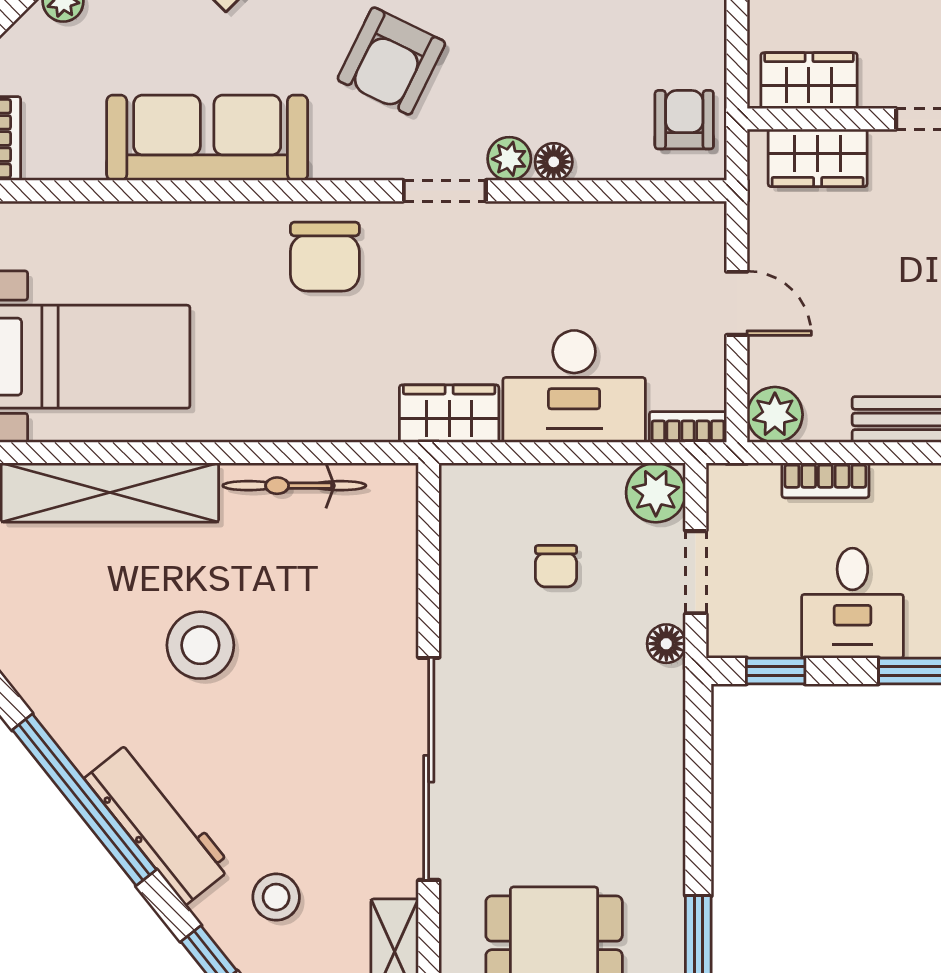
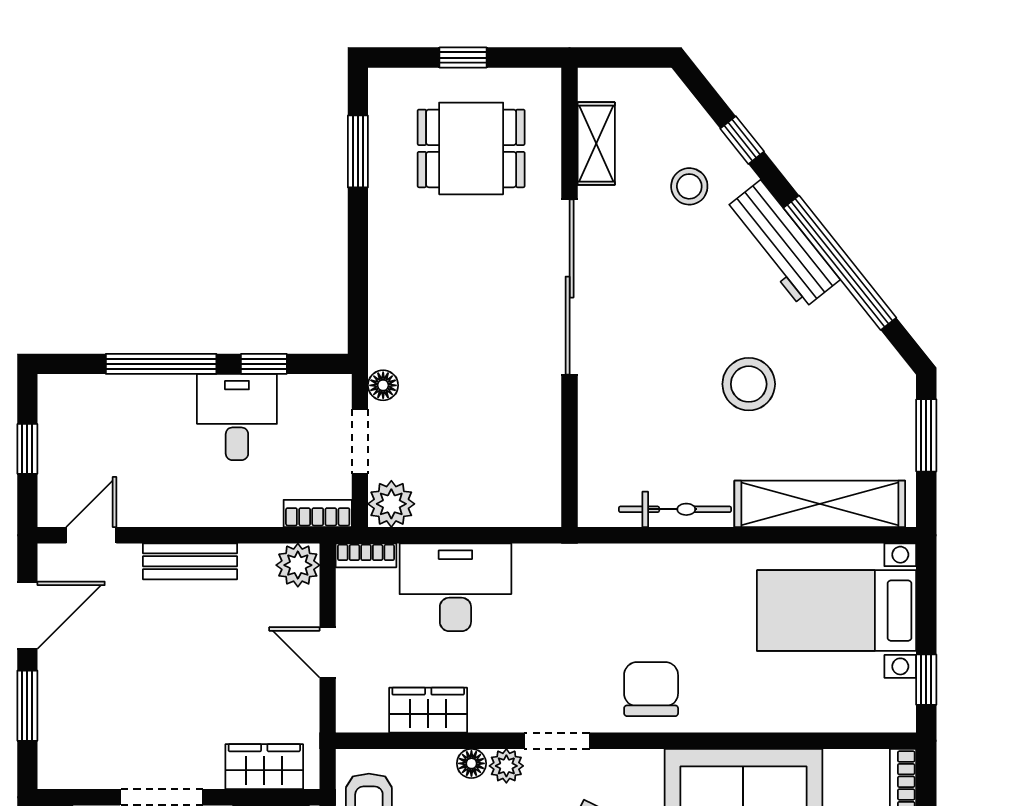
wardrobe: (449, 414) -> (428, 710), moved, turned 180
bookcase: (825, 480) -> (318, 513), moved
chair: (556, 566) -> (470, 446), removed
window: (776, 671) -> (264, 364), moved

